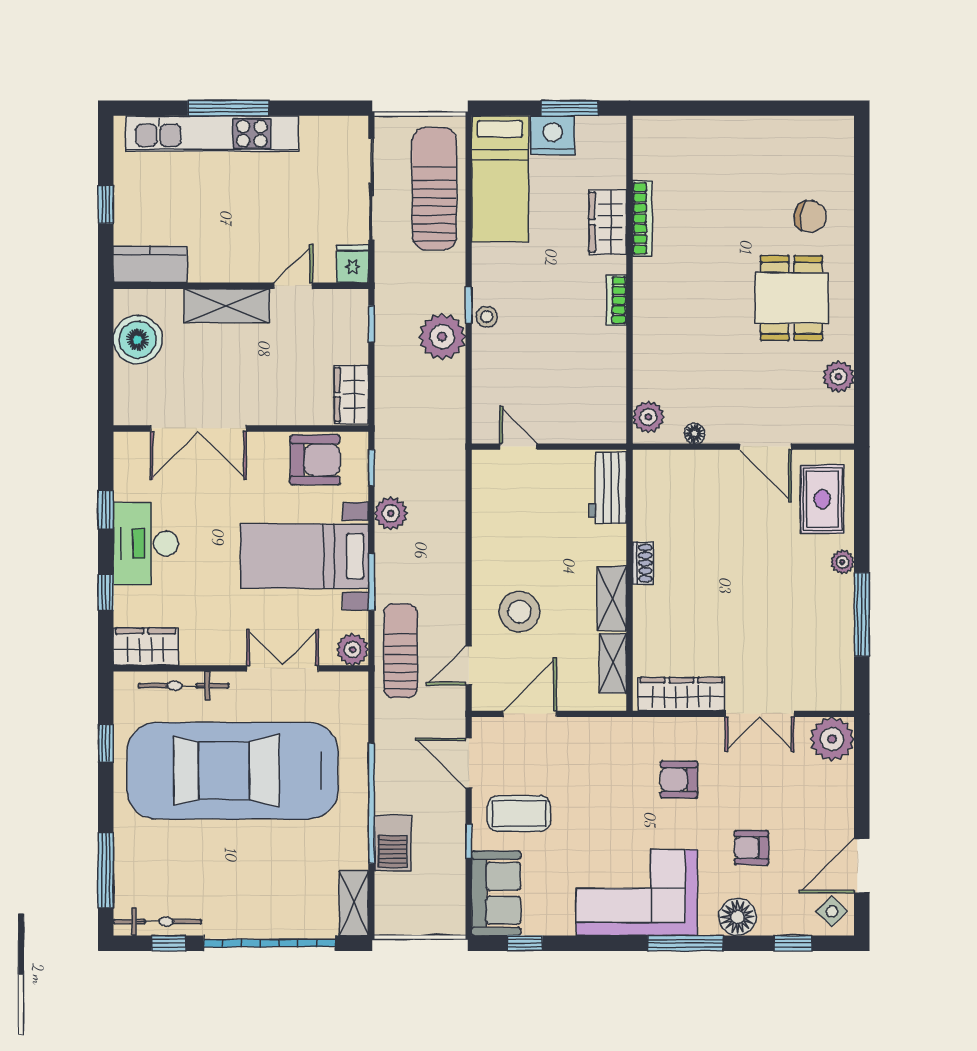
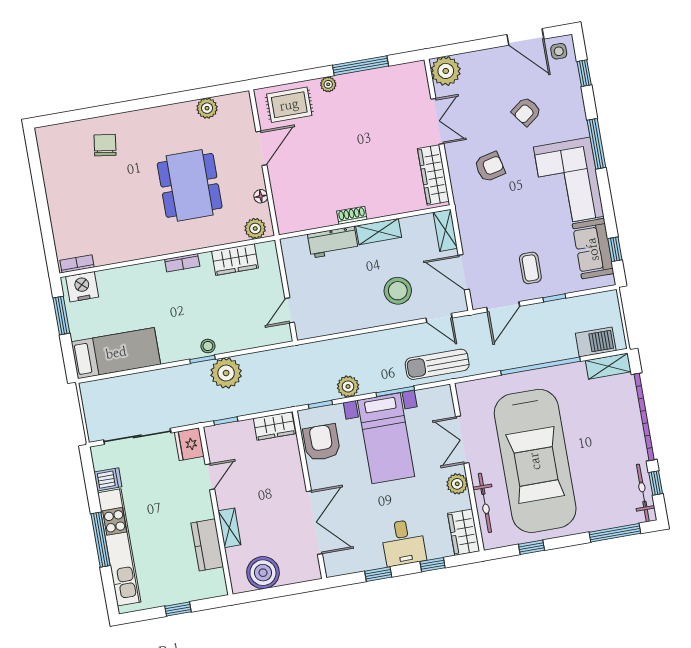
dishwasher: (316, 135) -> (108, 479), added
nightstand: (553, 135) -> (82, 287), moved, turned 90
sun lounger: (434, 189) -> (130, 395), removed
bookcase: (642, 218) -> (77, 264), moved, width x0.64
wardrobe: (608, 222) -> (235, 259), moved
kitchen counter: (150, 264) -> (207, 545), moved
fridge: (352, 264) -> (189, 444), width x1.38
door: (293, 286) -> (210, 477), swing flipped
dining table: (791, 298) -> (190, 185), moved, width x1.38
shelving: (227, 306) -> (229, 528), width x0.67, depth x0.75
workbench: (608, 488) -> (333, 242), moved
desk: (146, 544) -> (403, 543), width x0.73
plant: (353, 650) -> (457, 484), moved
shelving: (613, 663) -> (445, 230), moved, turned 90
armchair: (679, 780) -> (490, 167), turned -103
coffee table: (519, 813) -> (530, 268), width x0.73, depth x0.77
barbecue: (393, 843) -> (596, 342), moved
armchair: (751, 848) -> (526, 111), turned 53
sofa: (496, 893) -> (593, 249), moved, turned -90
side table: (832, 911) -> (559, 51), turned 45
floor lamp: (737, 917) -> (573, 113), removed

